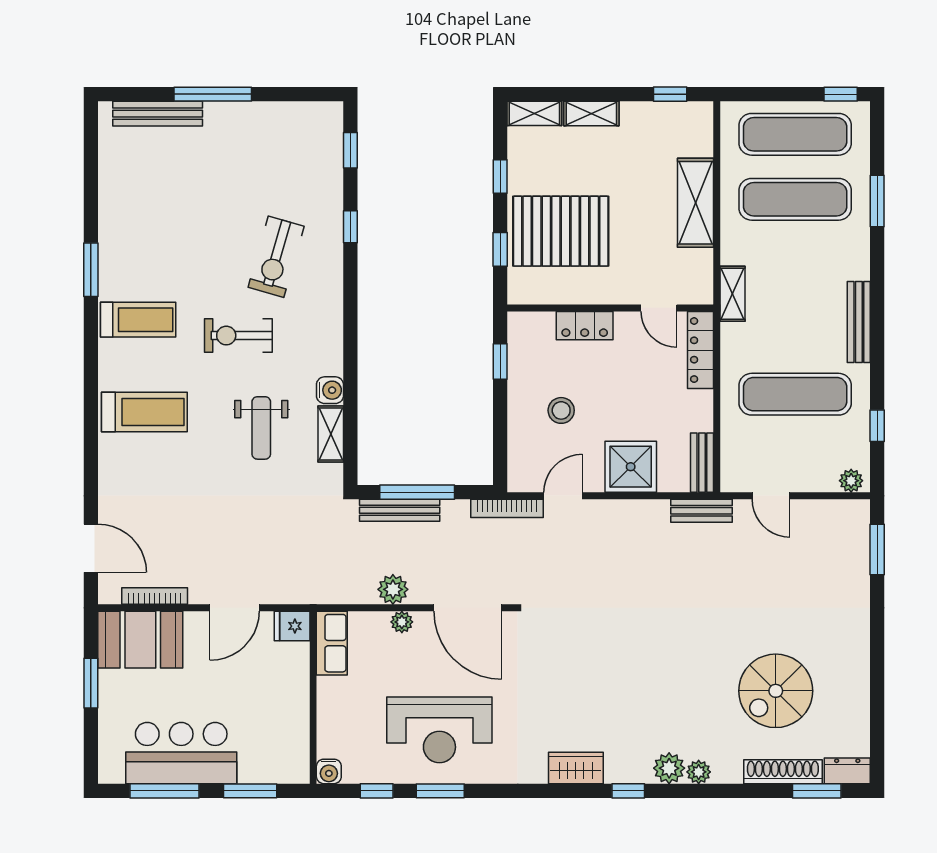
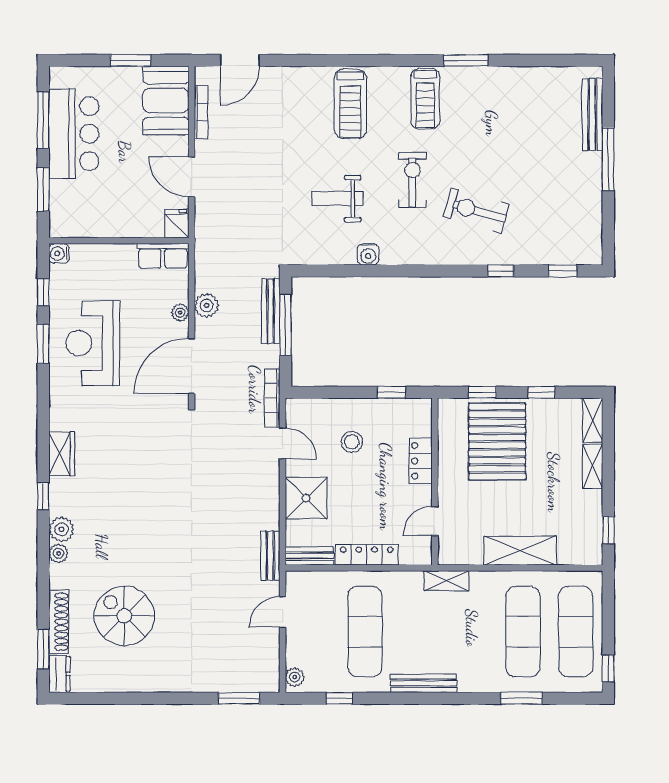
locker: (700, 350) -> (367, 555), moved
shelving: (331, 434) -> (333, 255), removed

